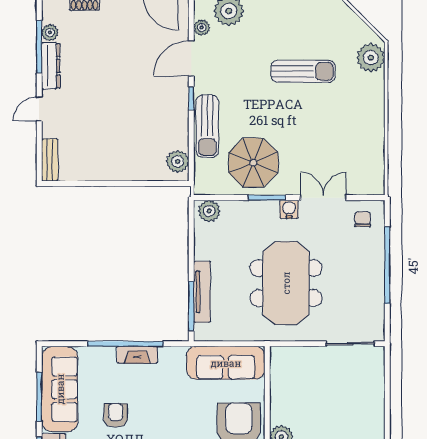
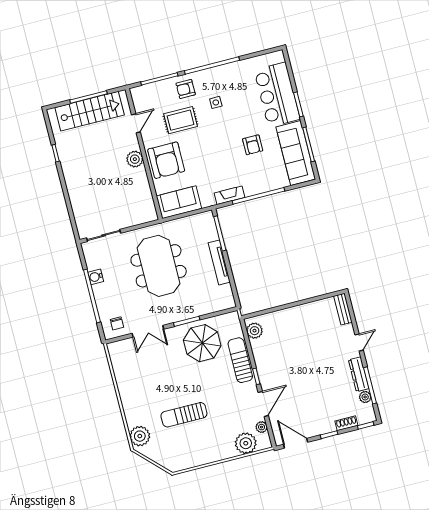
water cooler: (289, 209) -> (96, 277), moved, turned 90
plant: (209, 211) -> (224, 302), removed
tv unit: (202, 292) -> (219, 262), moved
fireplace: (137, 355) -> (230, 195), moved
sofa: (226, 363) -> (179, 202), width x0.73

